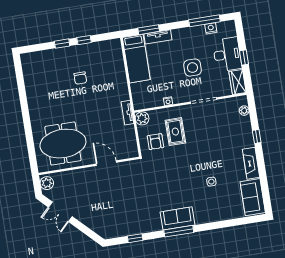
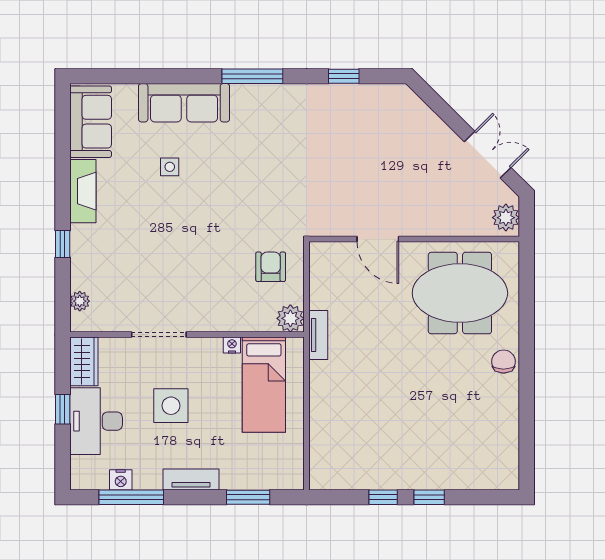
tv unit: (158, 37) -> (191, 479), moved
bed: (136, 59) -> (264, 385), moved, turned 180
chair: (80, 78) -> (503, 362), moved
rug: (175, 132) -> (227, 281), removed
sofa: (178, 218) -> (184, 103), moved, width x1.36

